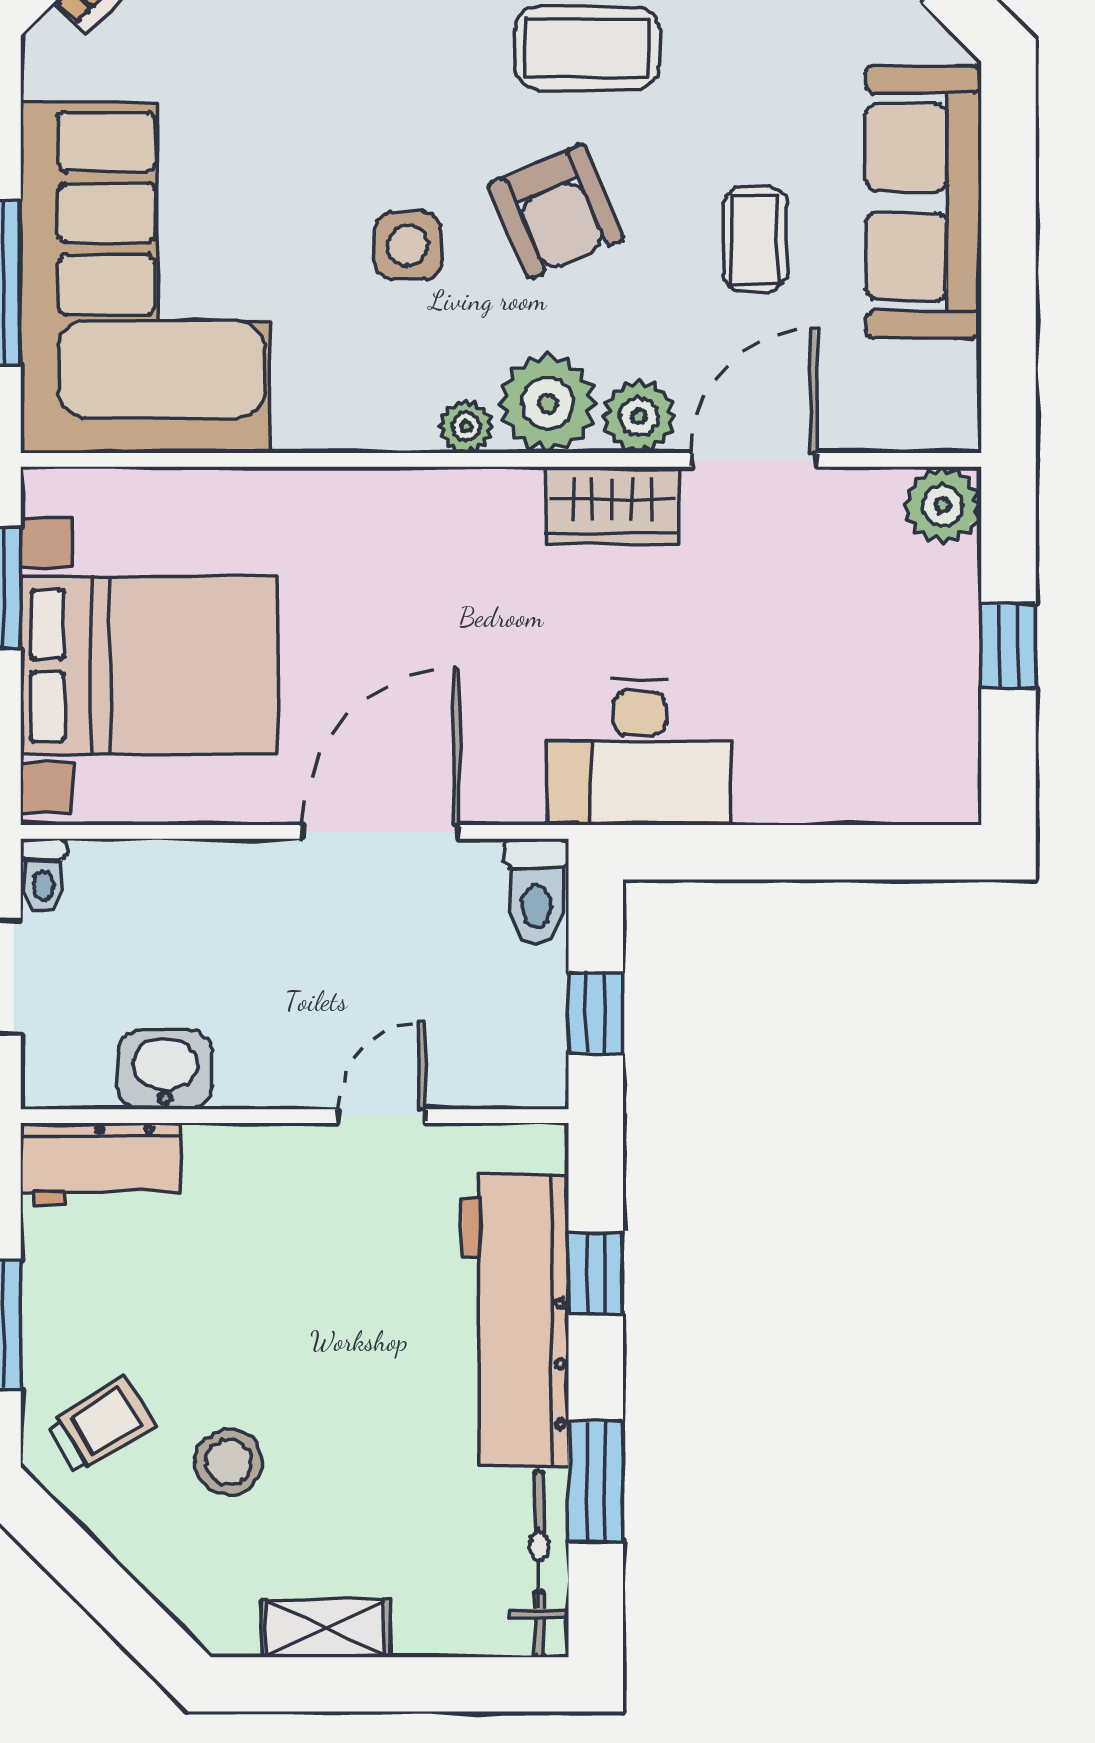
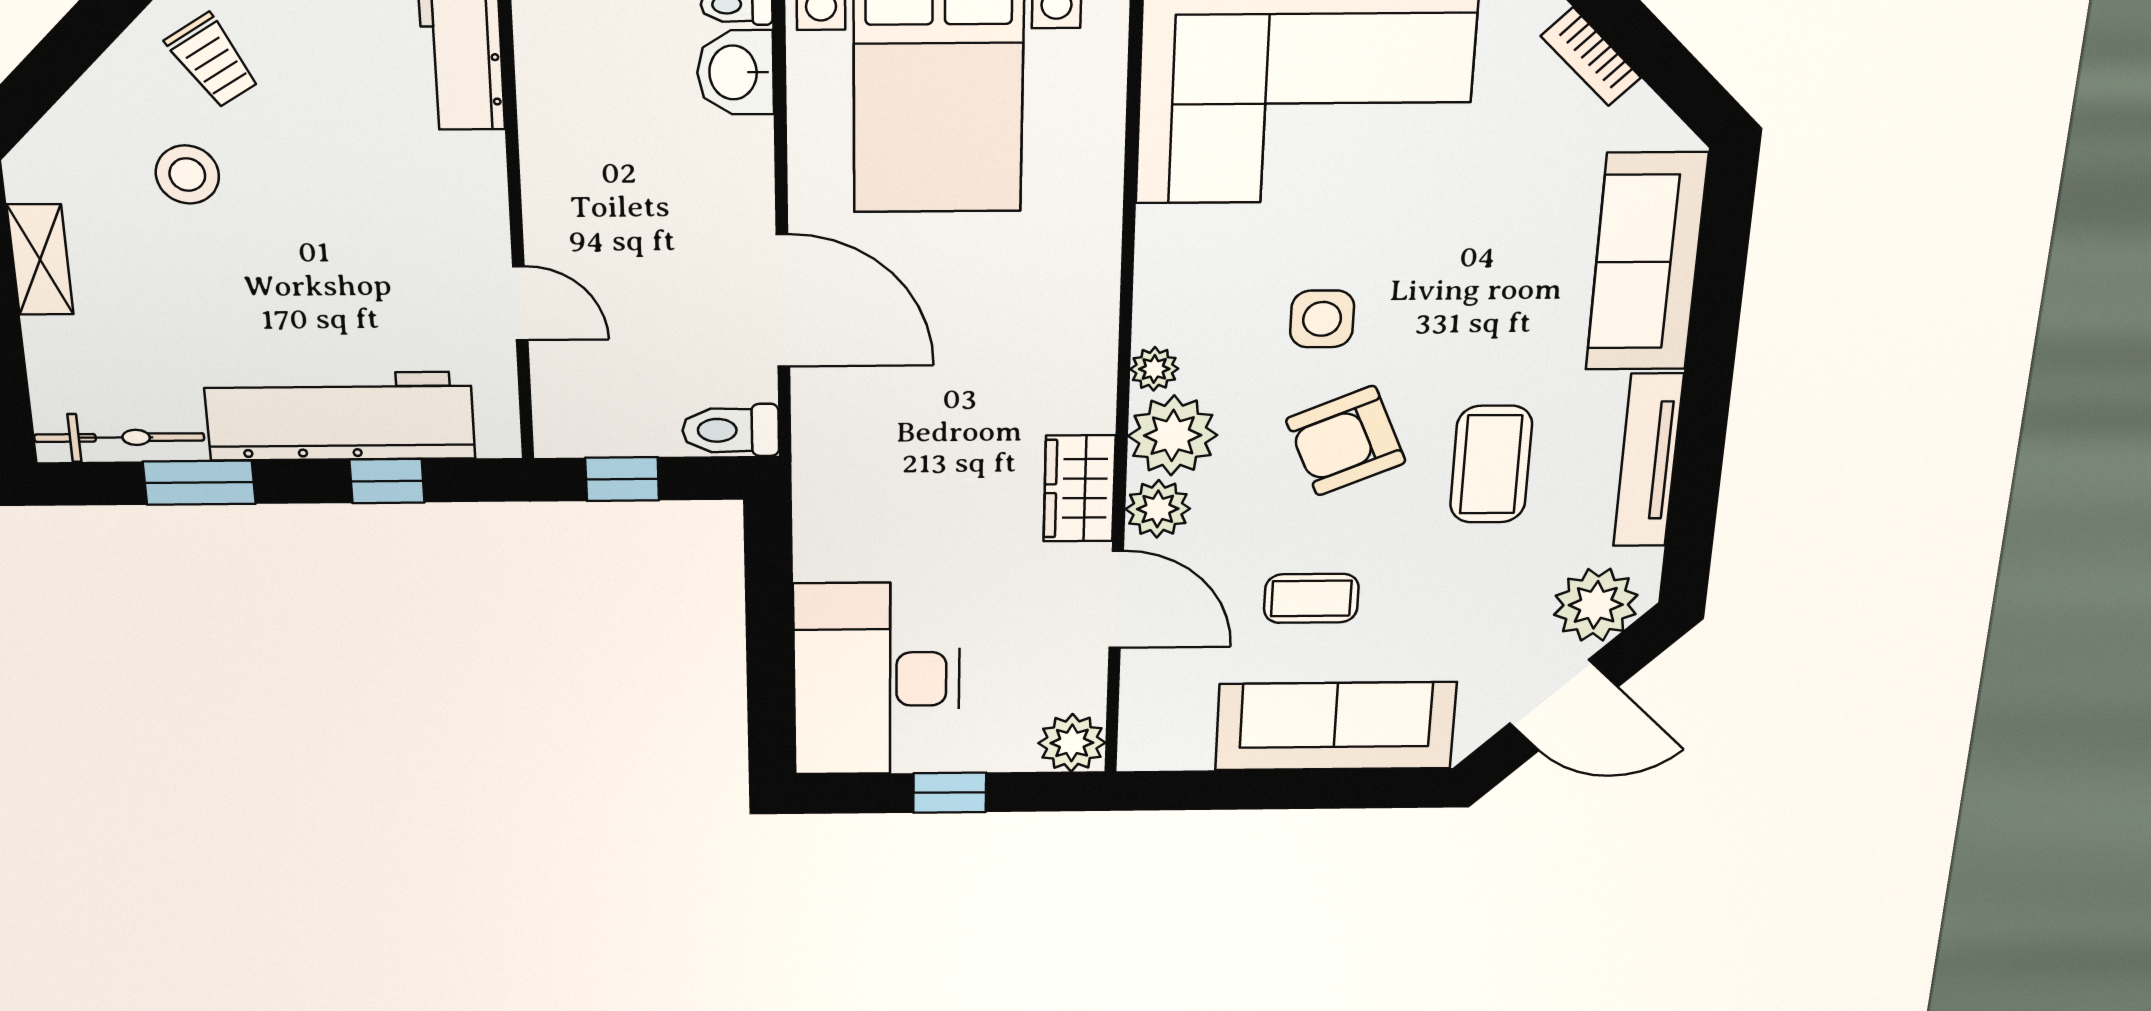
desk: (639, 753) -> (877, 679), moved, width x1.36, depth x1.30
washbasin: (165, 1070) -> (735, 72), moved, turned 180

